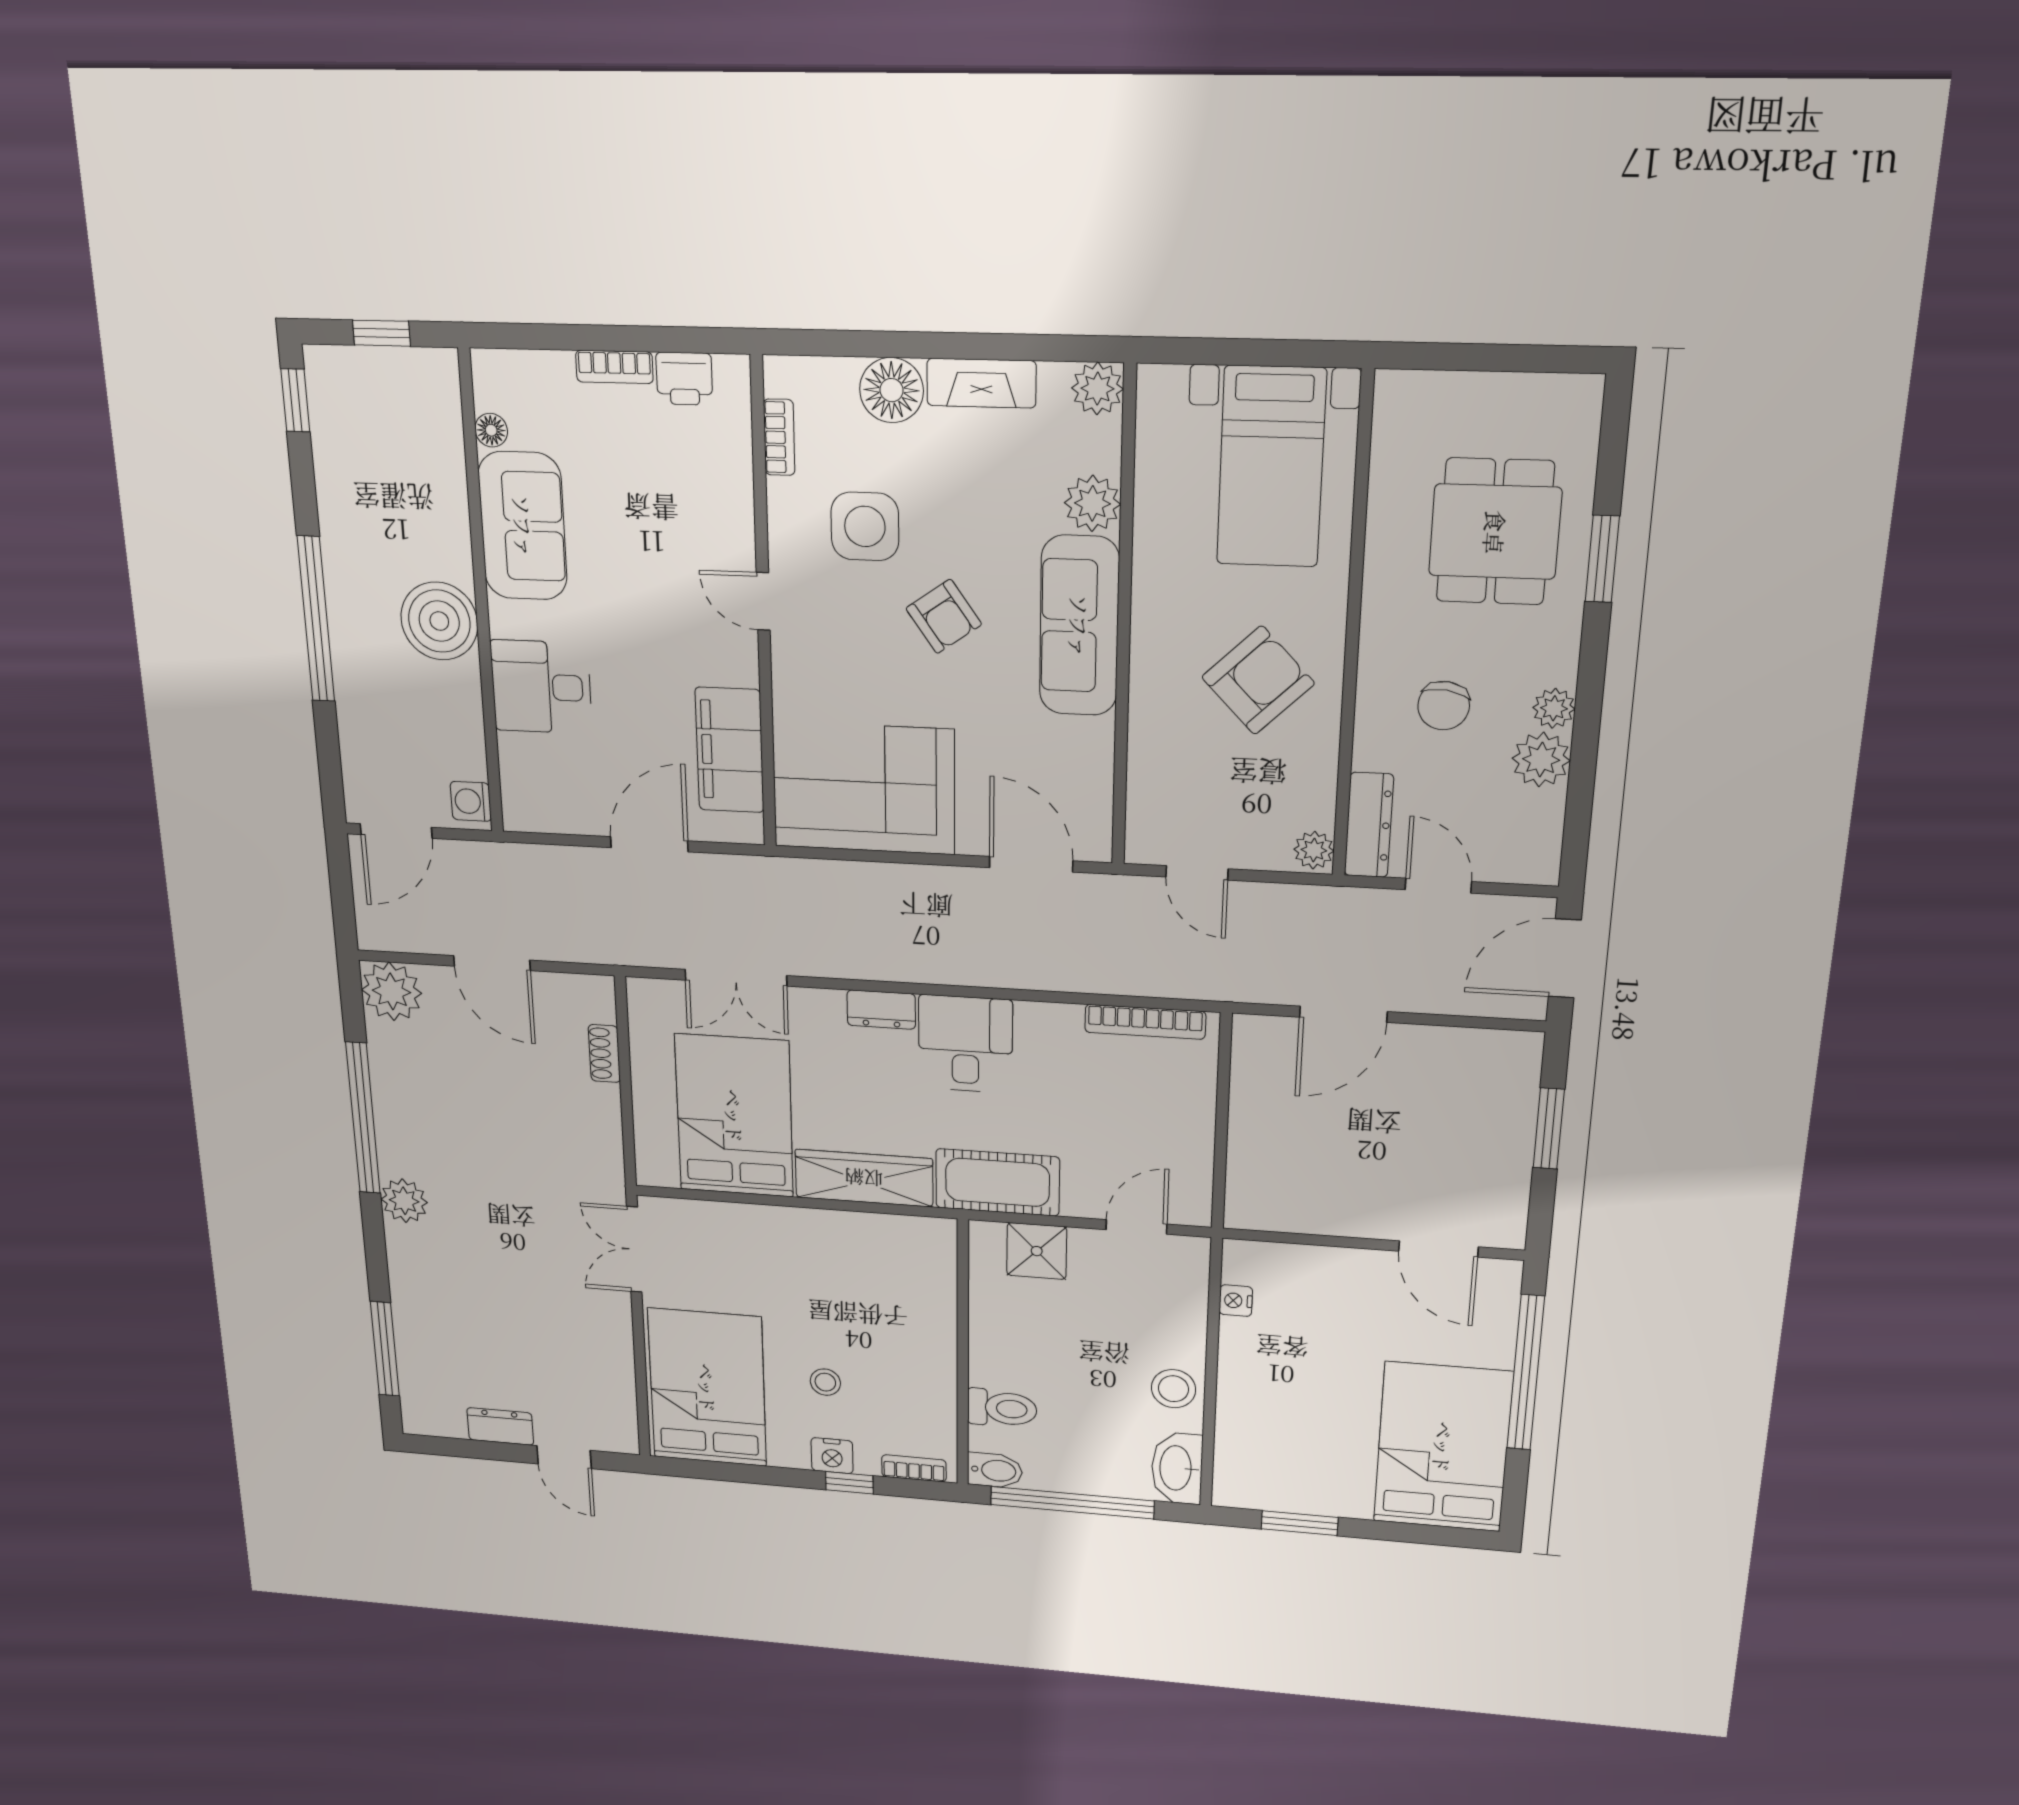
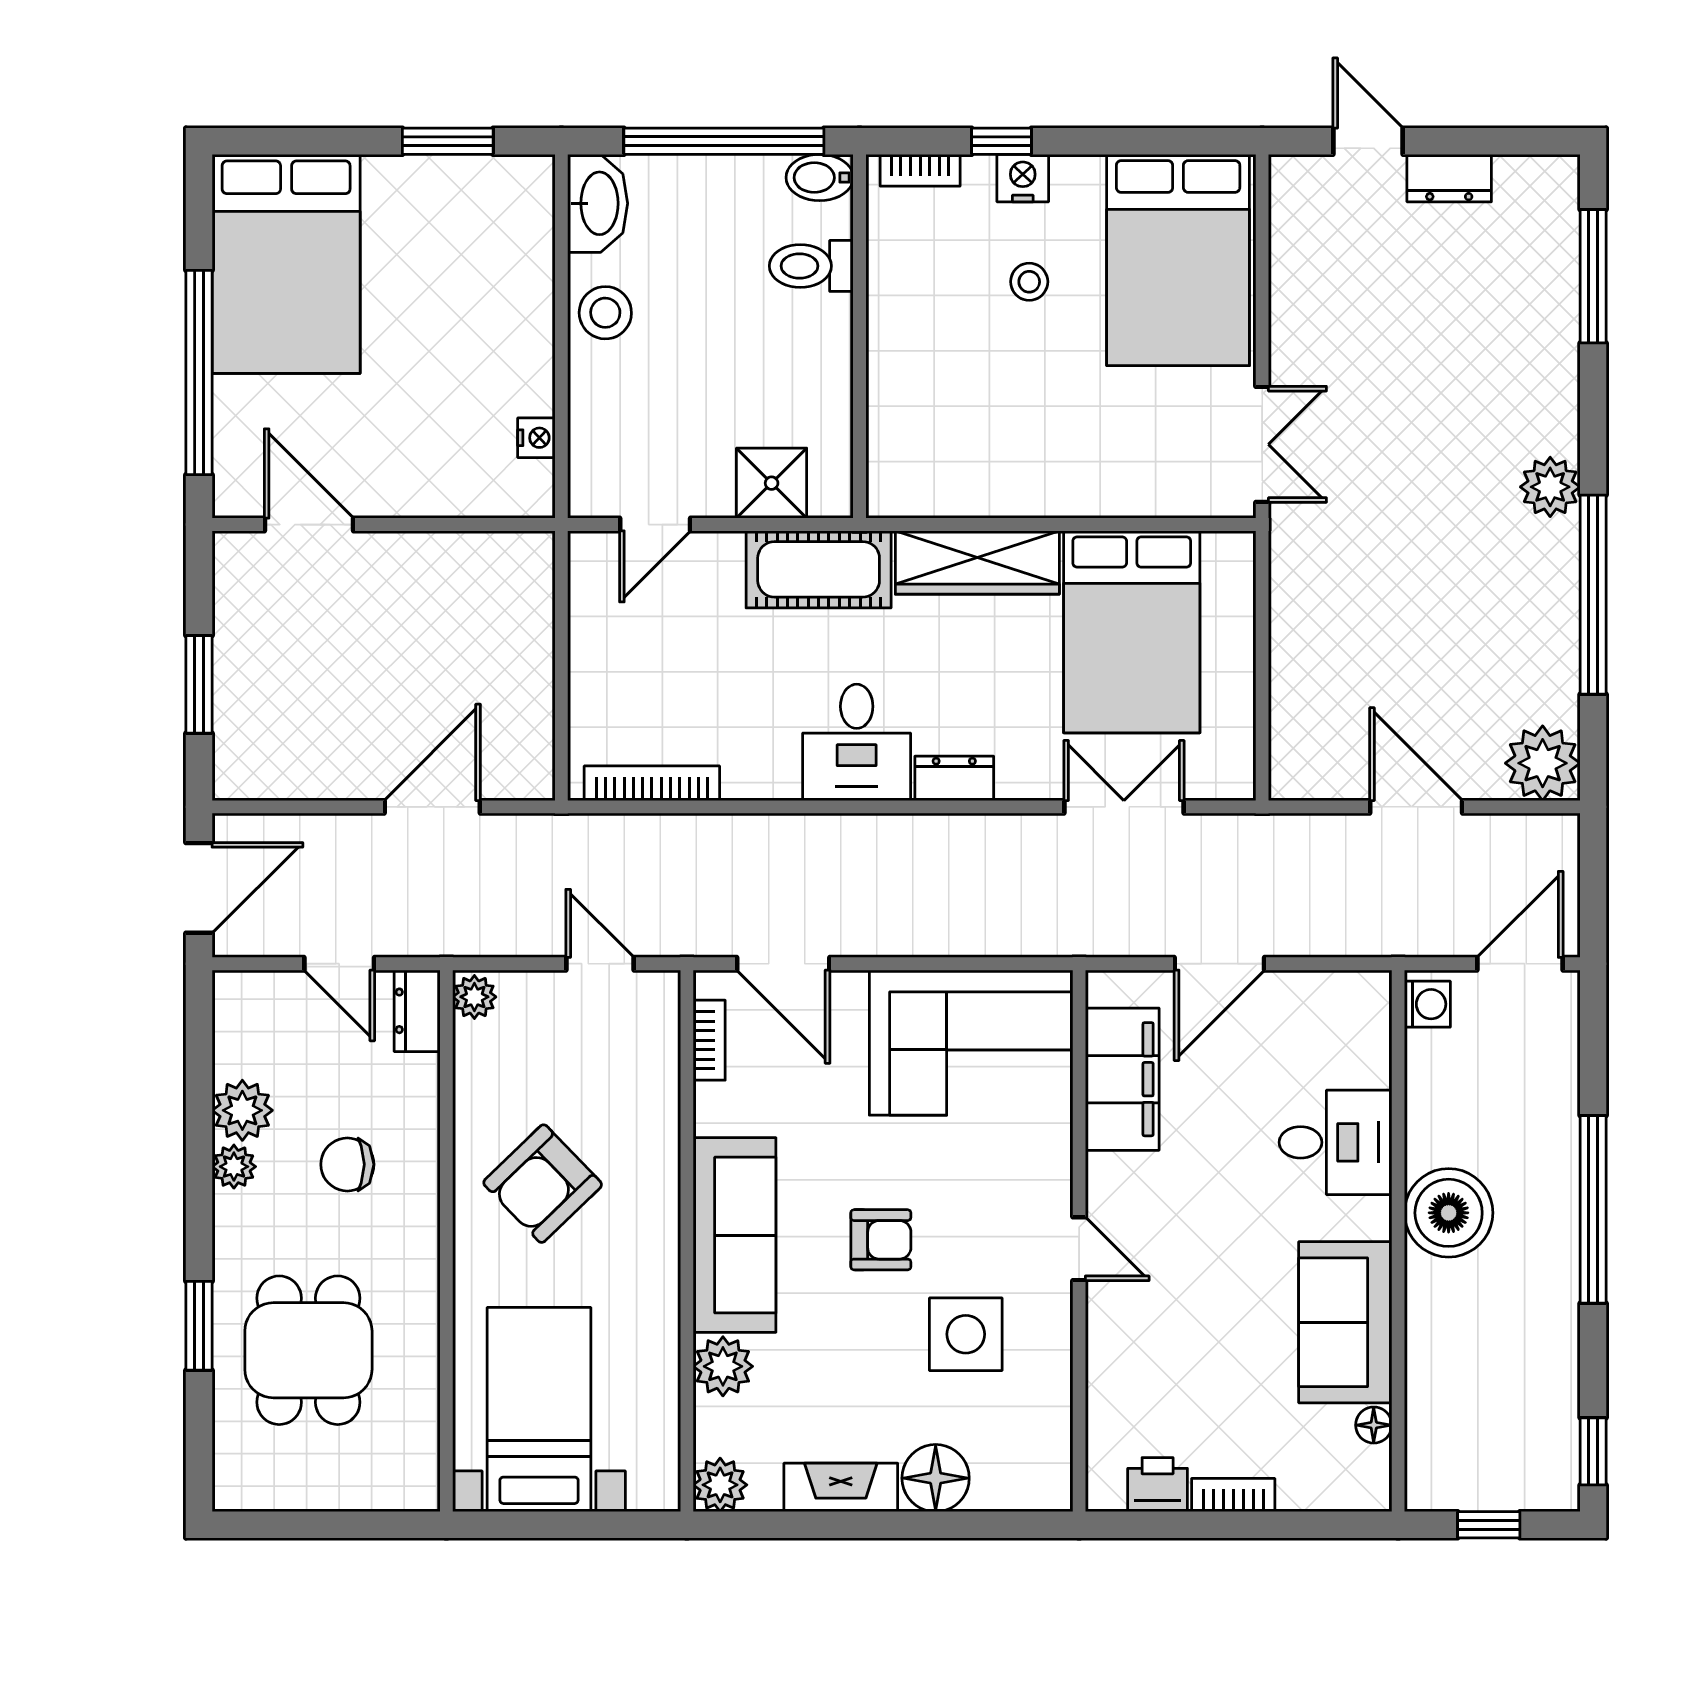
bookcase: (779, 437) -> (709, 1040), moved, turned 180
armchair: (944, 616) -> (881, 1240), turned 125
chair: (1444, 706) -> (347, 1164), turned -98
dresser: (1369, 825) -> (417, 1011), width x0.70
shoe rack: (604, 1054) -> (1286, 701), removed

